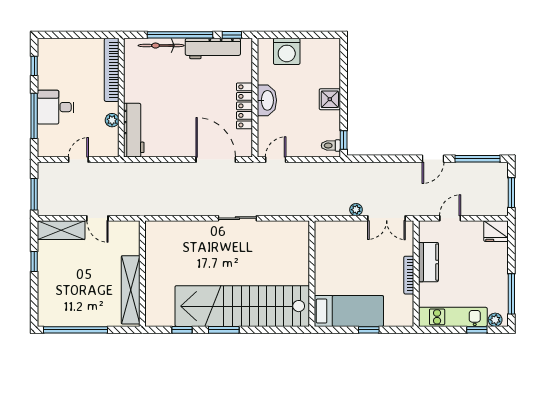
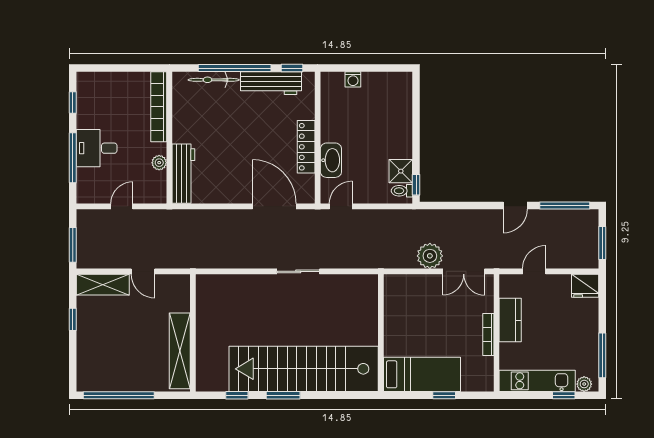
washing machine: (287, 51) -> (353, 79), width x0.53, depth x0.53
shower: (330, 99) -> (401, 171), moved
washbasin: (267, 100) -> (331, 160), moved
plant: (356, 210) -> (430, 256), width x1.87, depth x1.87

